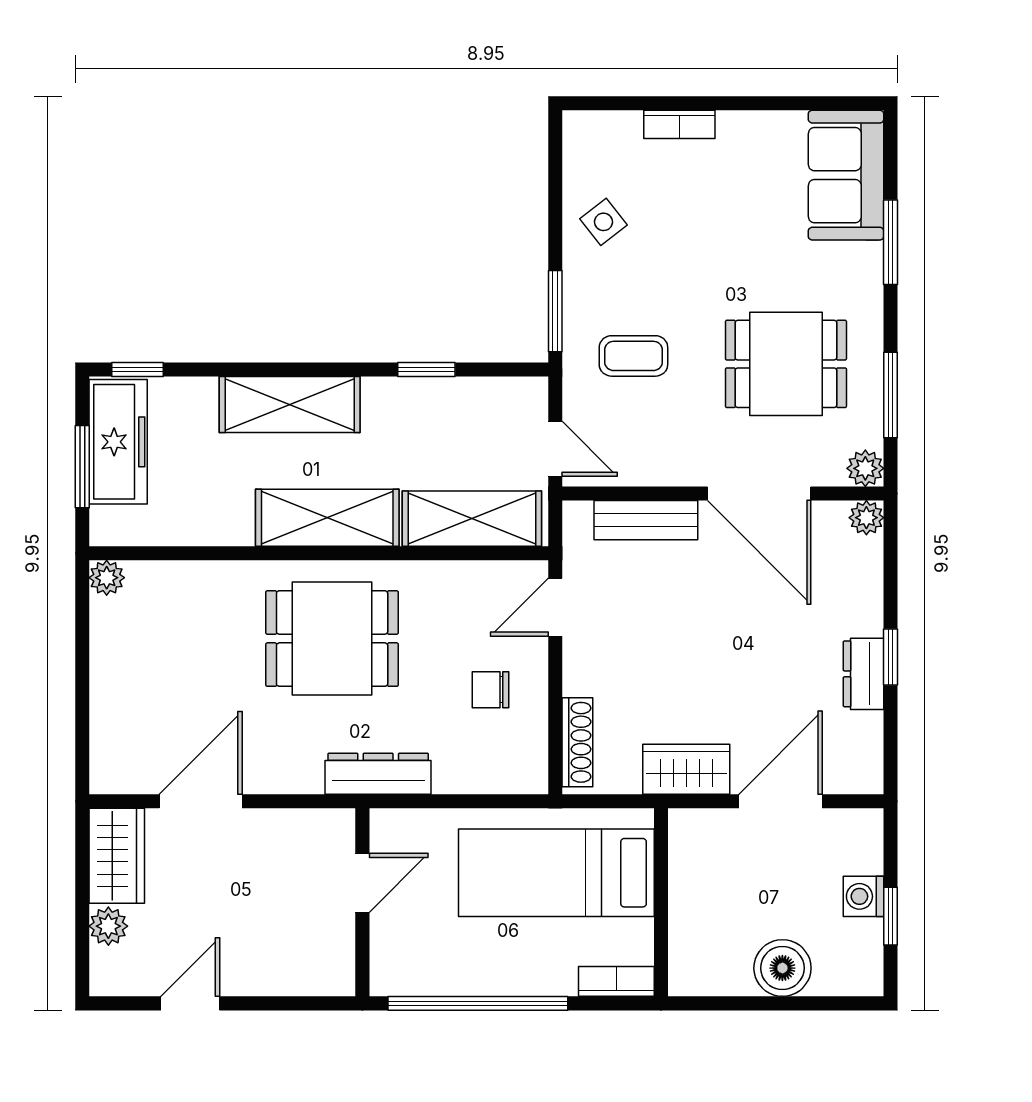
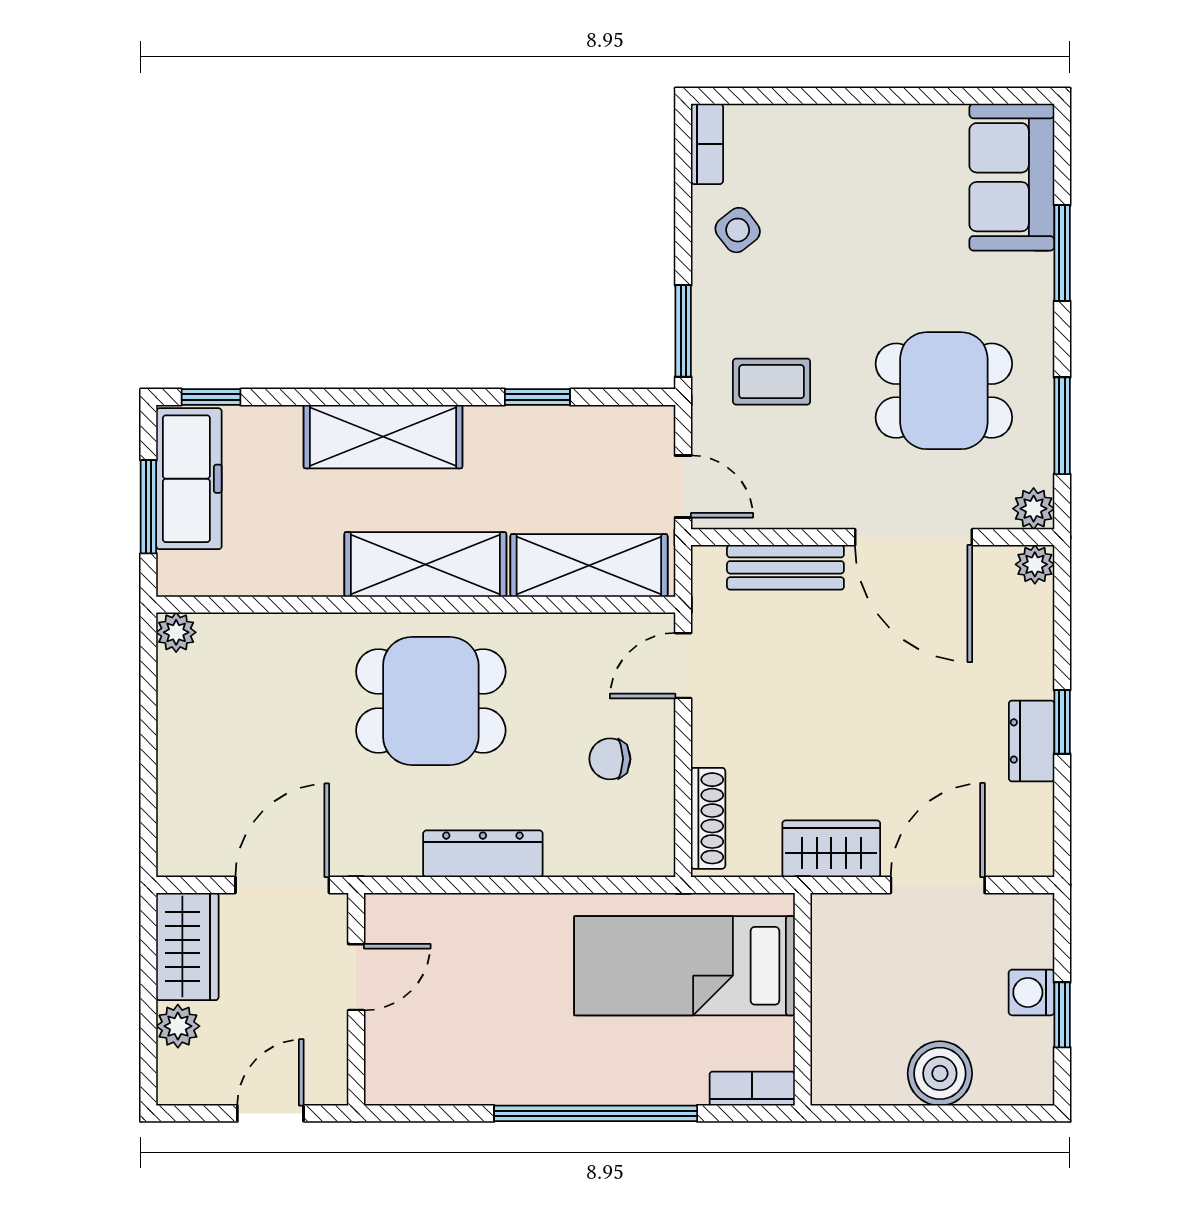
bookcase: (679, 124) -> (707, 144), moved, turned -90
door: (362, 883) -> (356, 977), moved
wall: (362, 902) -> (356, 999), moved

